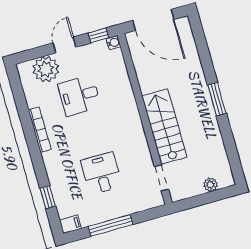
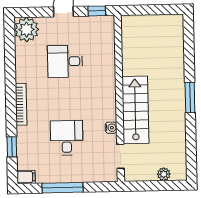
door: (153, 20) -> (151, 10), removed
water cooler: (113, 43) -> (111, 128), moved
plant: (46, 69) -> (27, 30), moved
bookcase: (40, 130) -> (21, 104), moved

